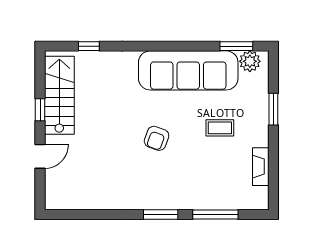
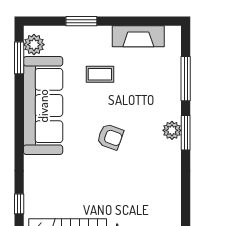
coffee table: (220, 128) -> (100, 74), turned 90
fireplace: (261, 167) -> (138, 36), width x1.37, depth x1.32
plant: (163, 201) -> (172, 130), added

